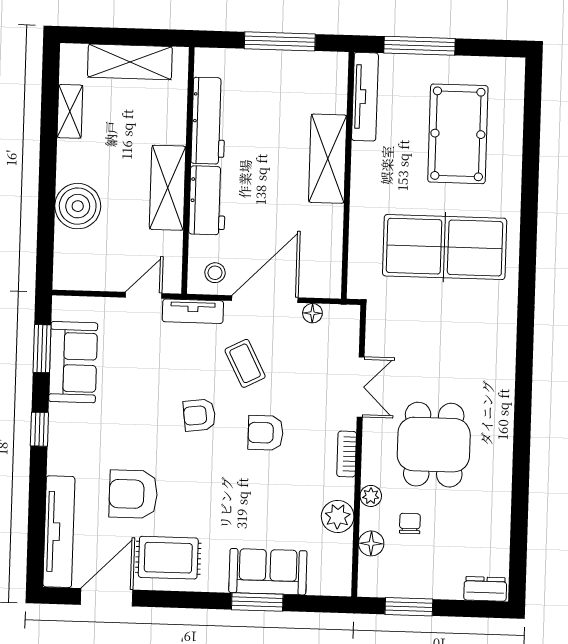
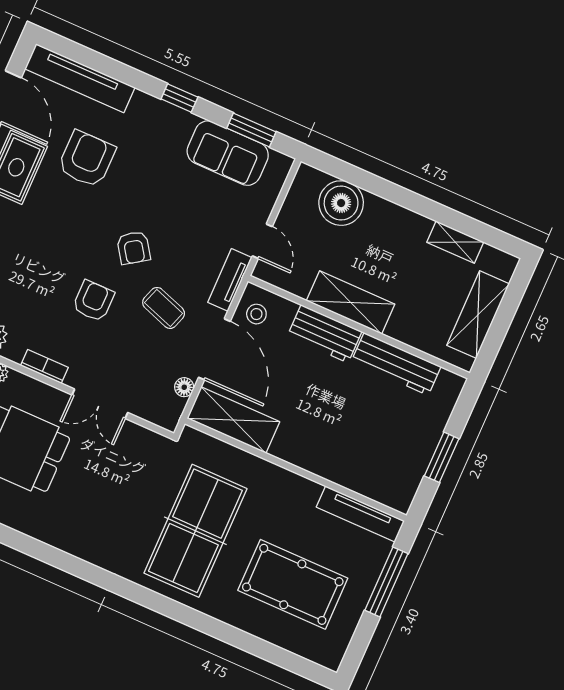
window: (280, 41) -> (442, 457), width x0.69
shelving: (328, 159) -> (233, 420), moved
boiler: (78, 206) -> (341, 203), moved
coffee table: (245, 363) -> (164, 308), turned 46
armchair: (199, 415) -> (134, 248), turned 153

